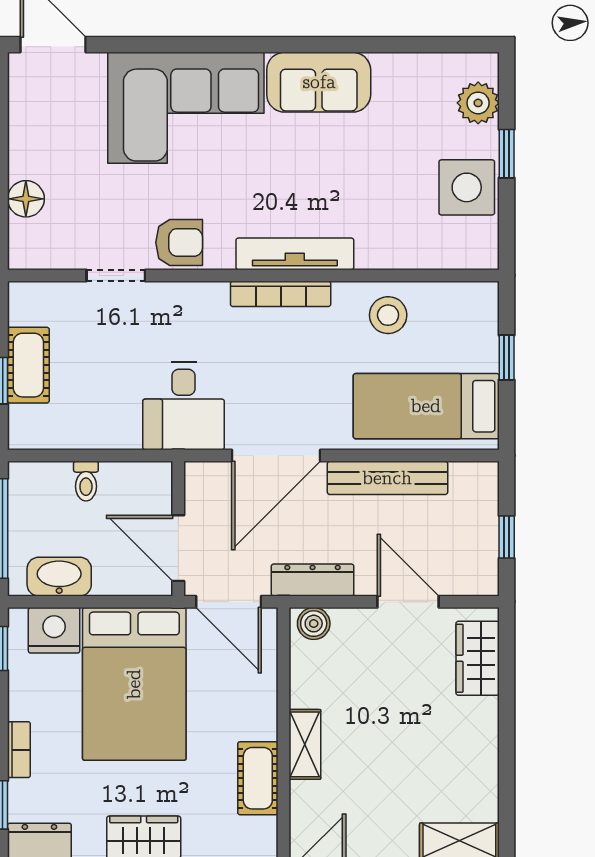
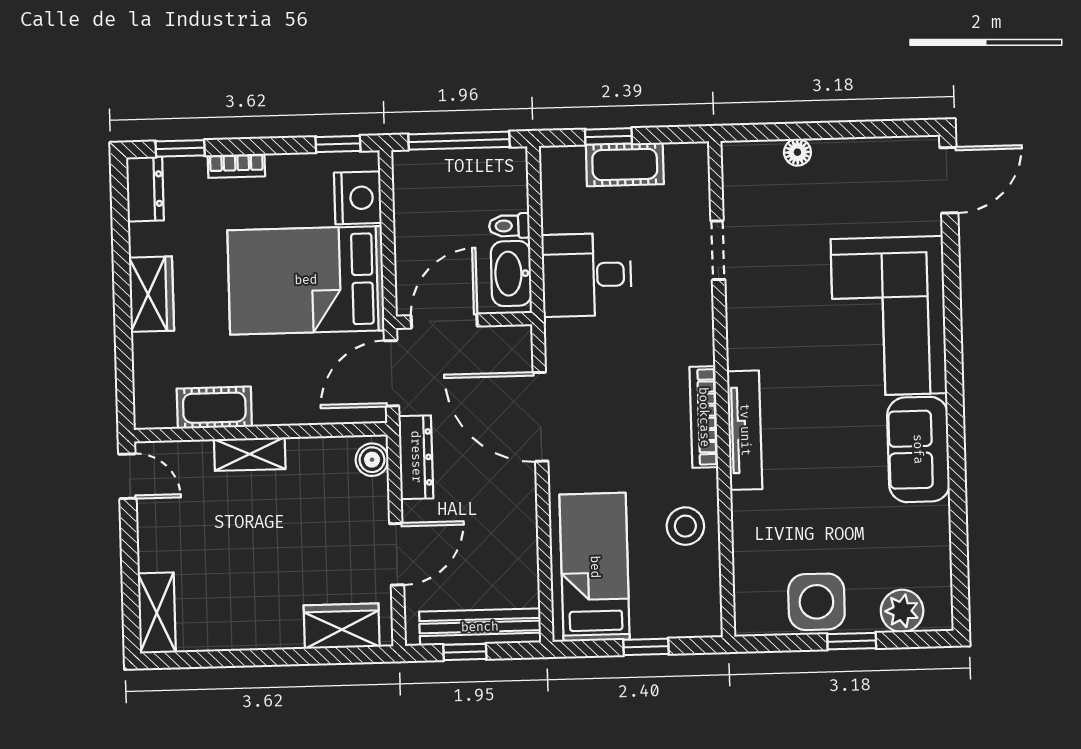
floor lamp: (26, 199) -> (797, 152), width x0.73, depth x0.73
armchair: (179, 242) -> (753, 313), removed
desk: (184, 406) -> (587, 275), moved
bench: (387, 478) -> (480, 627), moved, turned 90
washbasin: (59, 577) -> (511, 274), moved, turned 180

